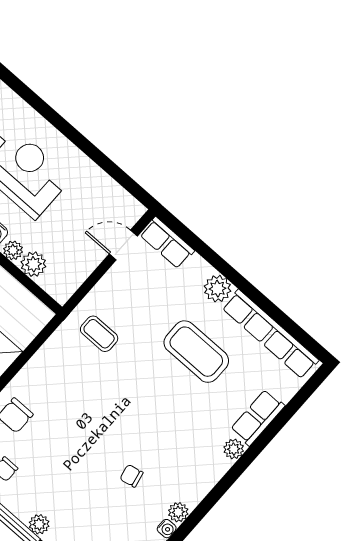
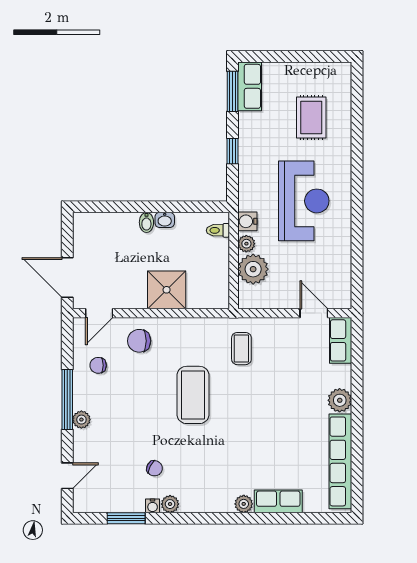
plant: (33, 264) -> (253, 269), width x1.36, depth x1.36
coffee table: (196, 352) -> (193, 395), moved
chair: (131, 476) -> (154, 468), moved, turned 129

